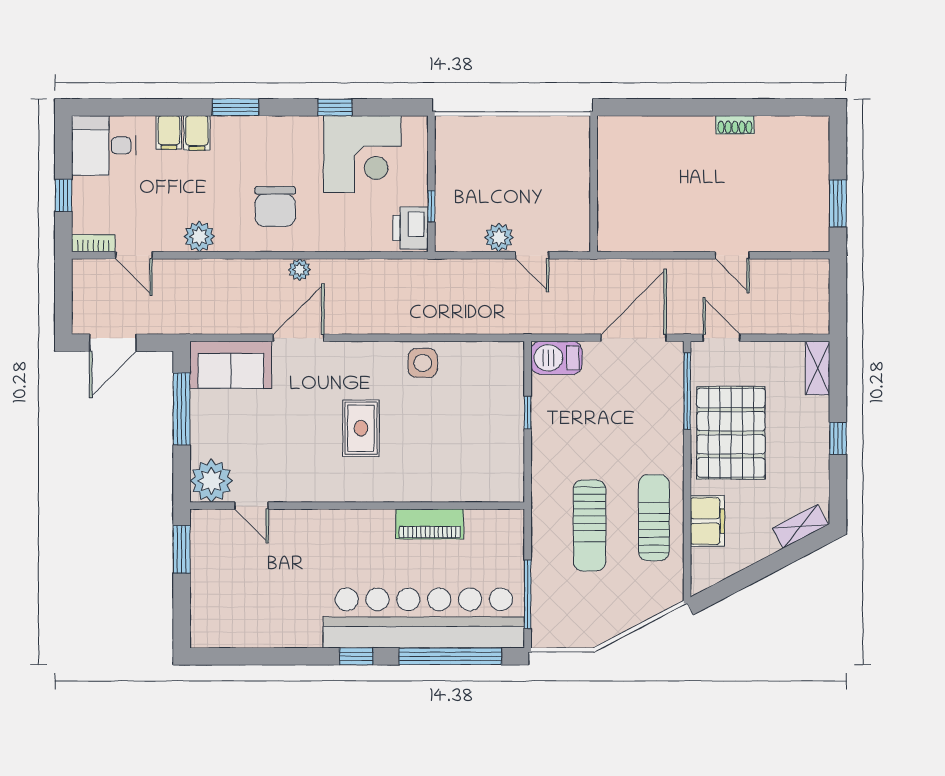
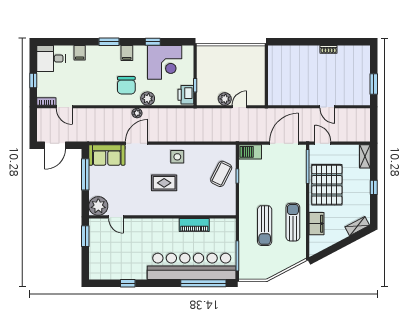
filing cabinet: (197, 133) -> (127, 53), moved
plant: (199, 236) -> (148, 99), moved
door: (532, 255) -> (239, 107), swing flipped
side table: (423, 363) -> (177, 157), moved
coffee table: (491, 408) -> (221, 174), added
rug: (361, 428) -> (164, 183), turned 90
window: (356, 656) -> (128, 283), moved

